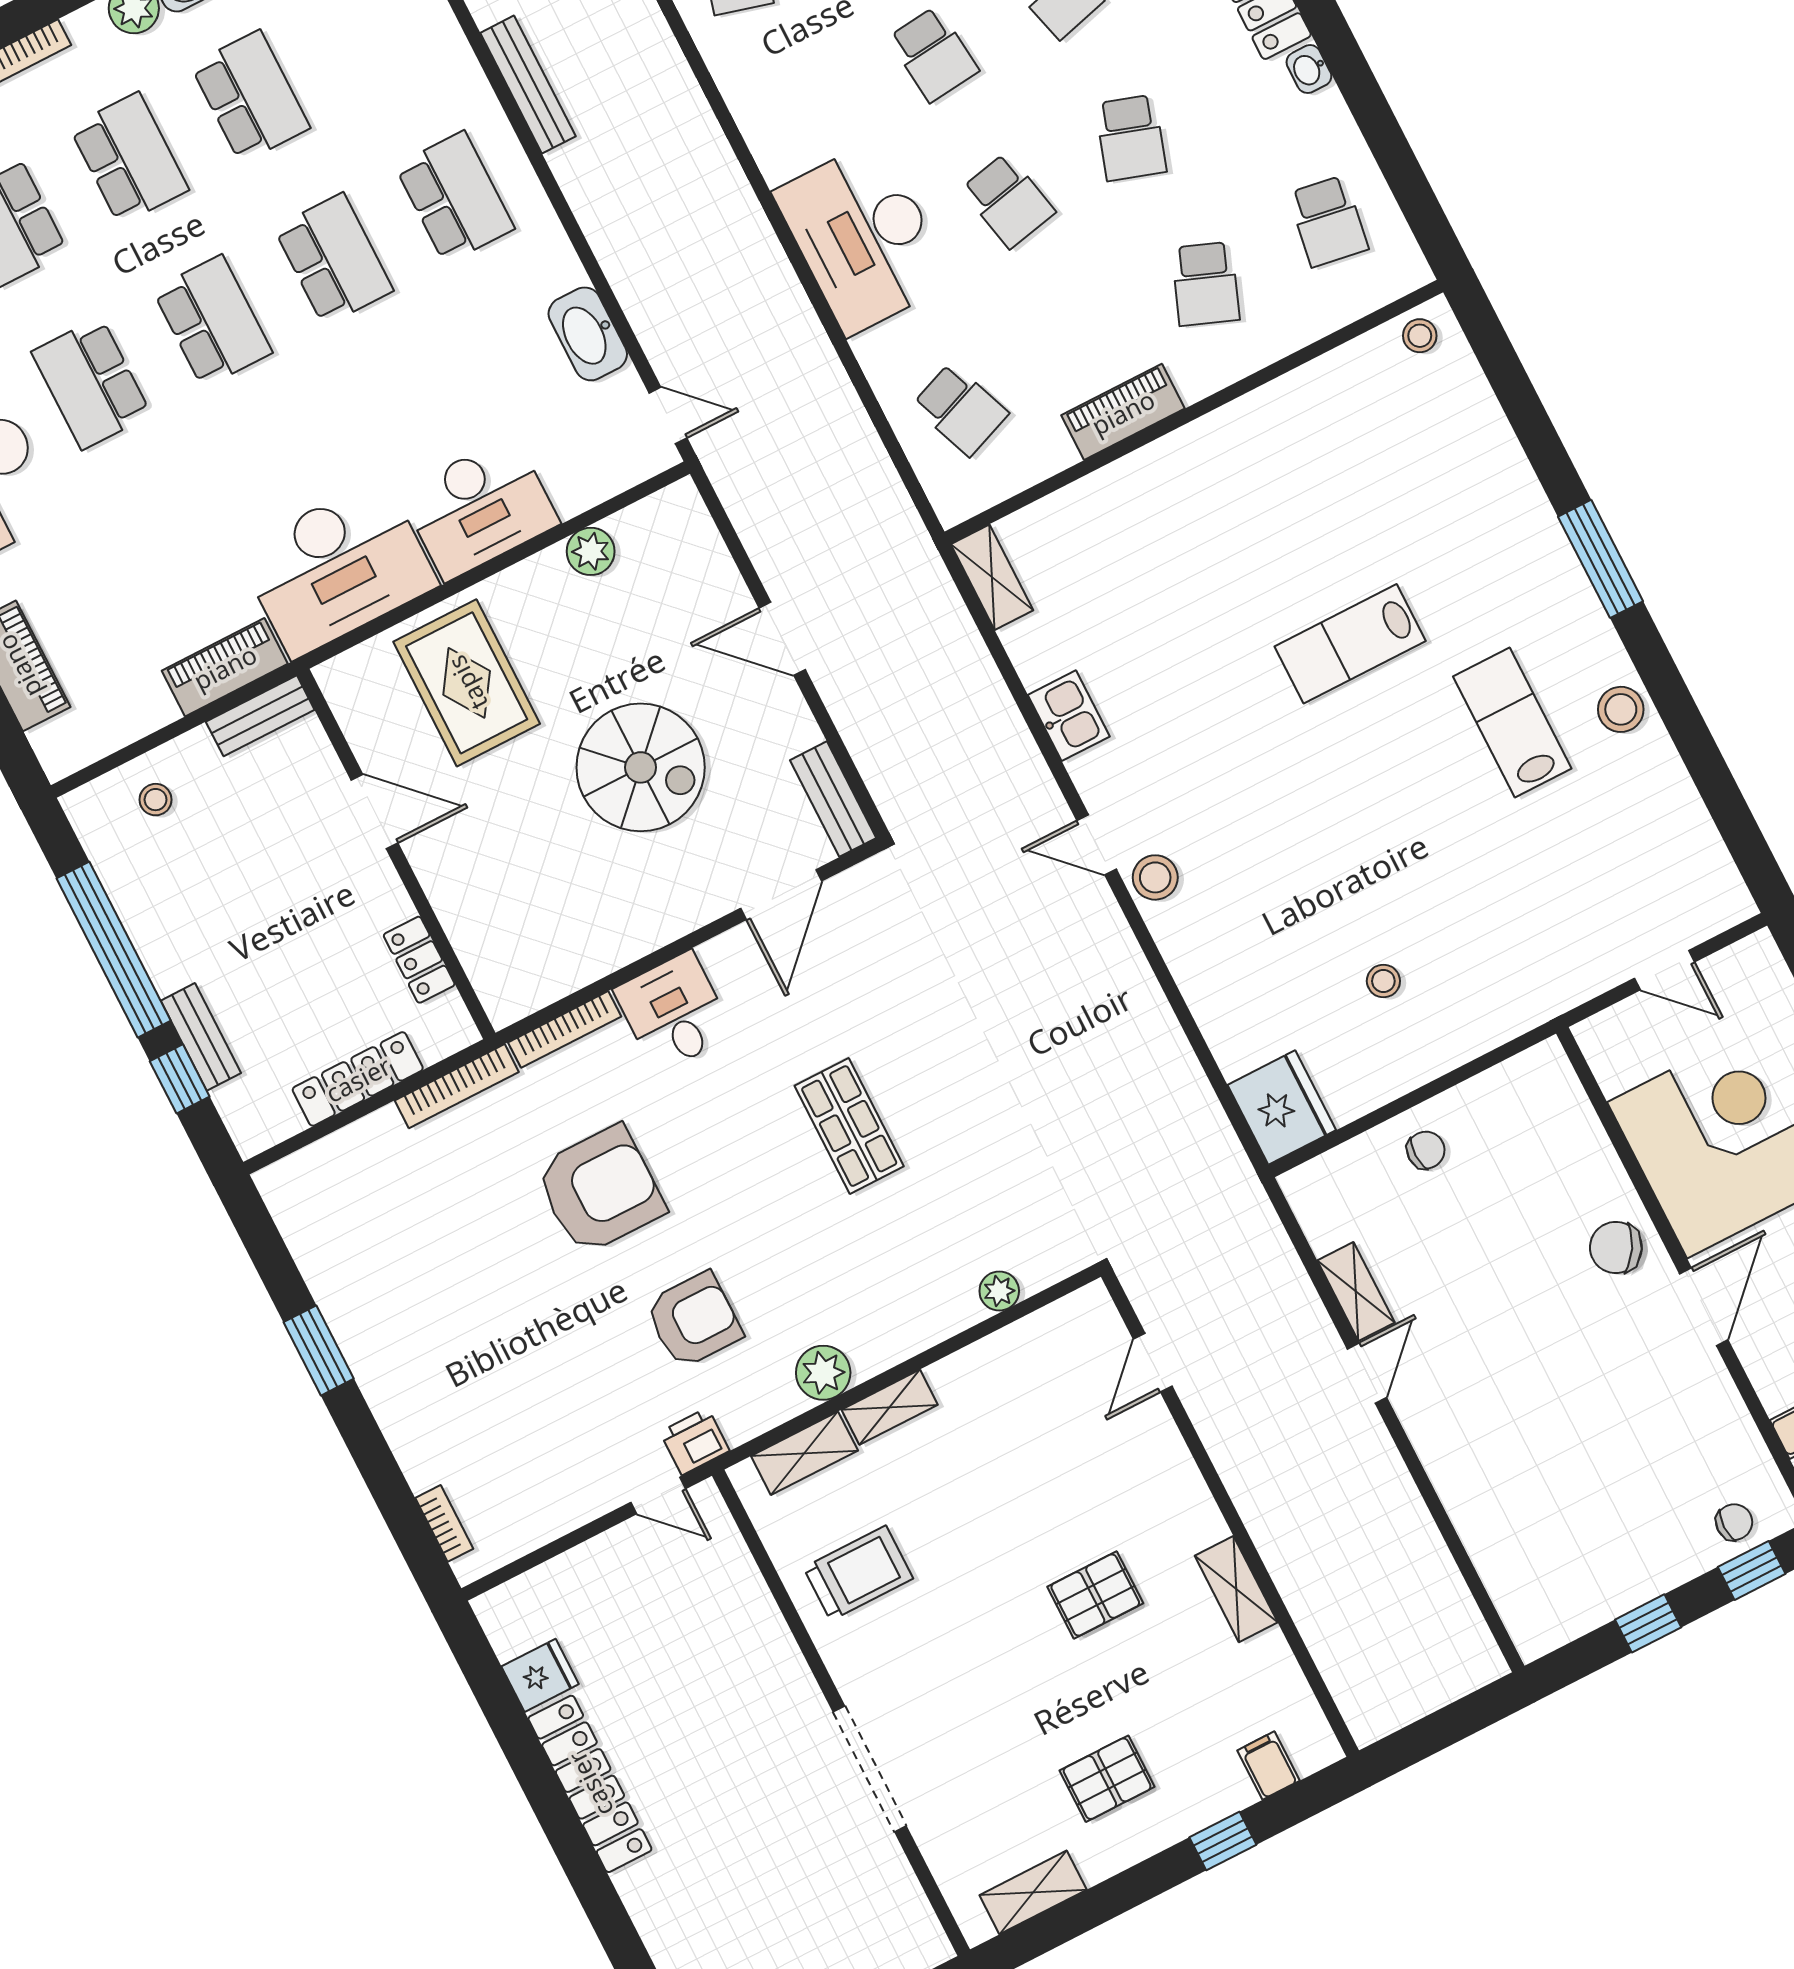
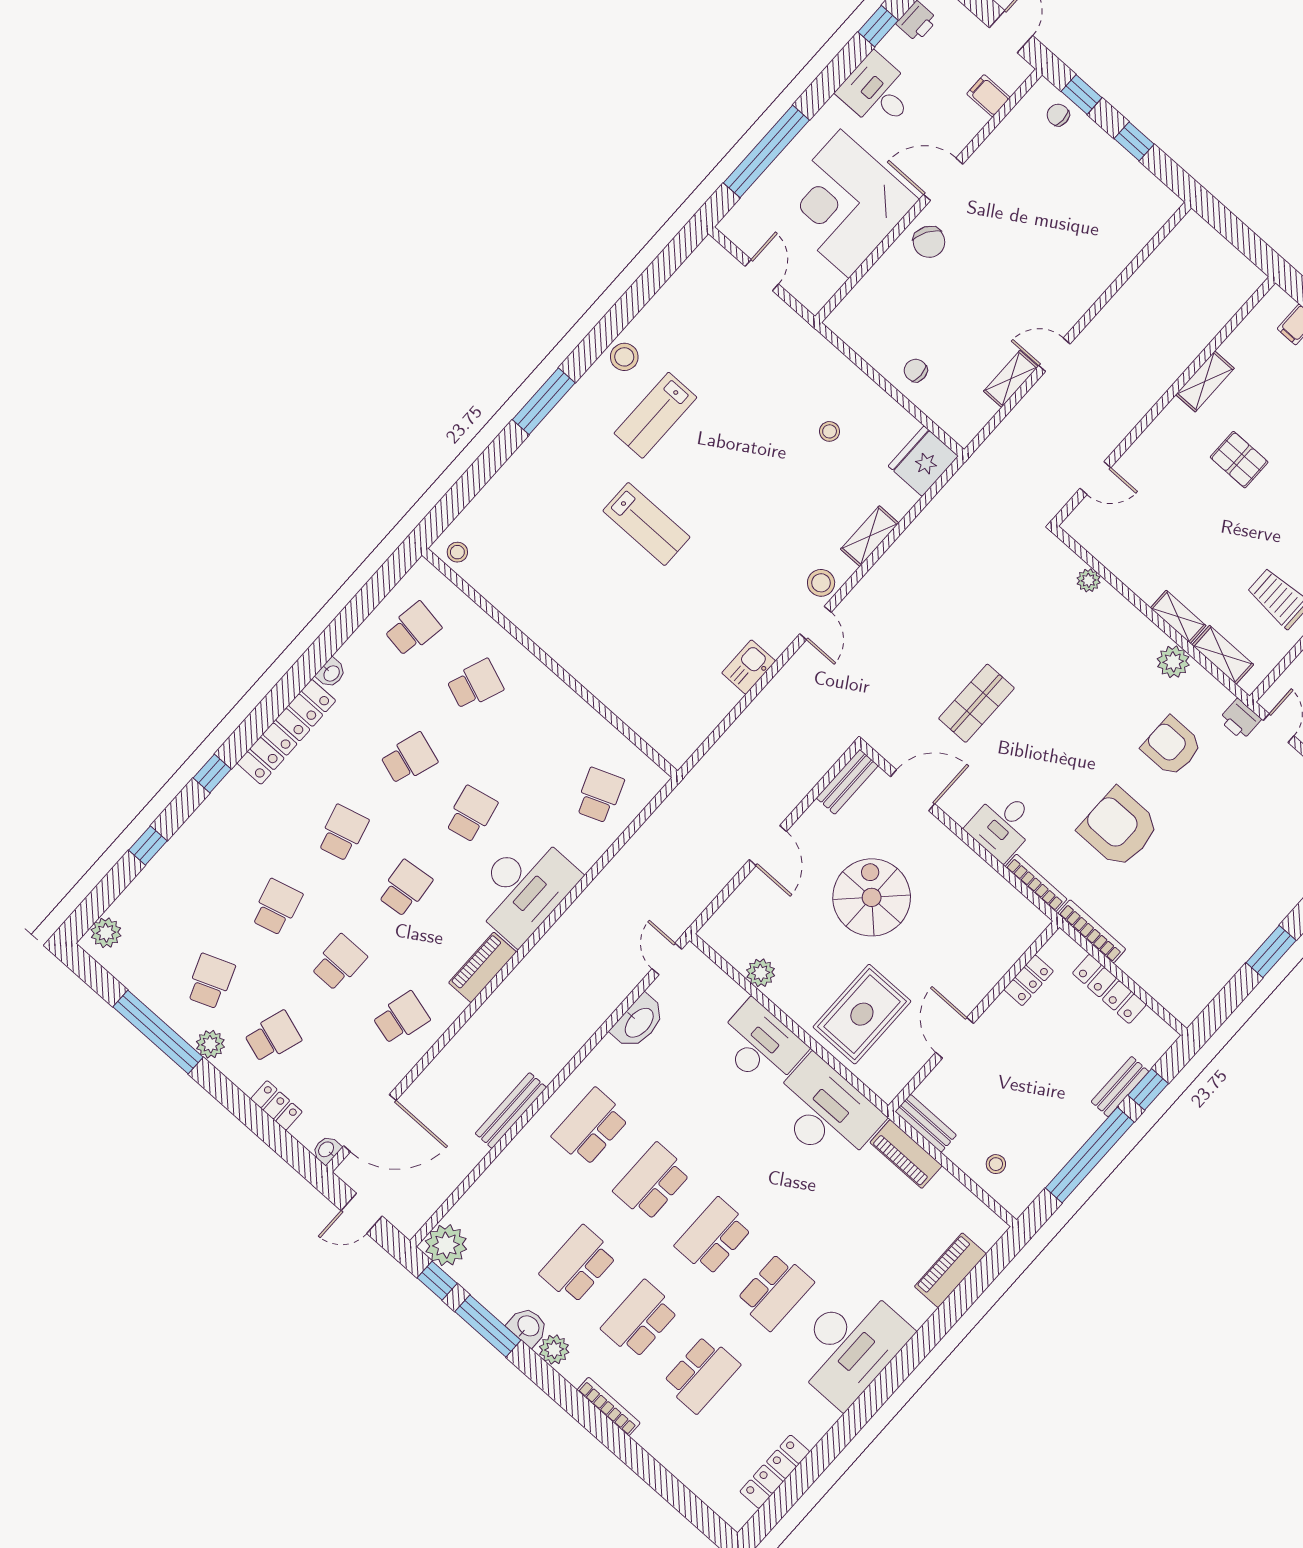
piano: (1123, 412) -> (482, 967), moved, turned 90
shelving: (992, 577) -> (870, 536), moved
shop shelf: (849, 1126) -> (976, 703), moved

